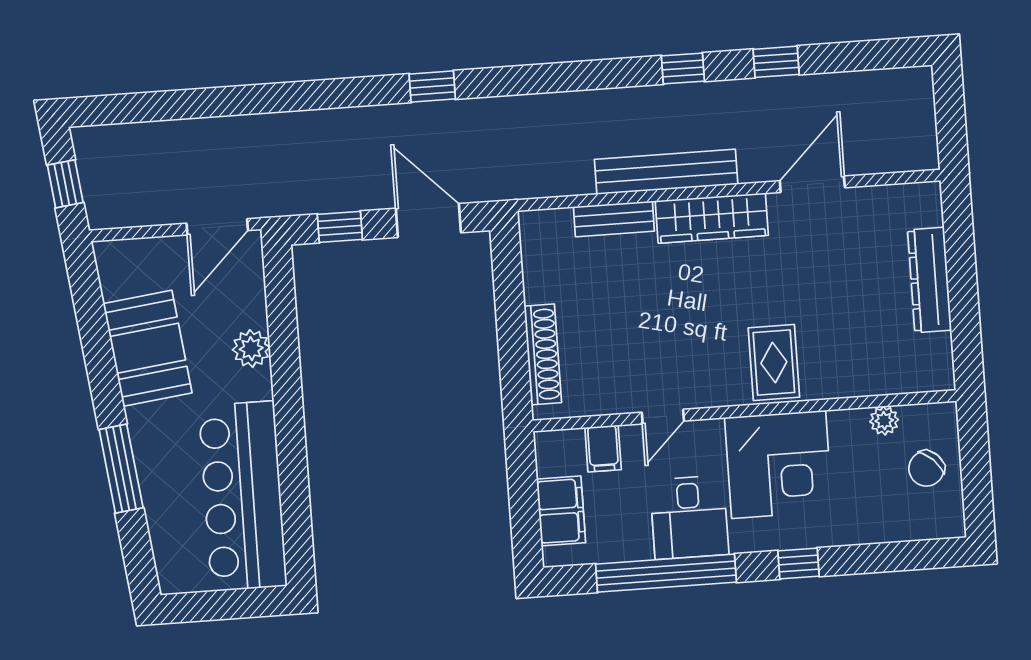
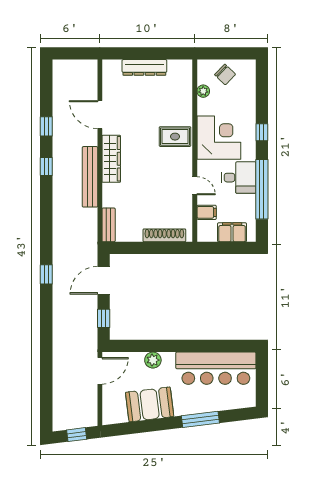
bench: (614, 219) -> (109, 225), moved
door: (217, 227) -> (100, 371), hinge flipped

